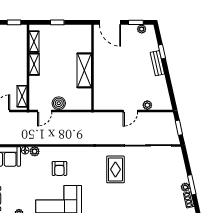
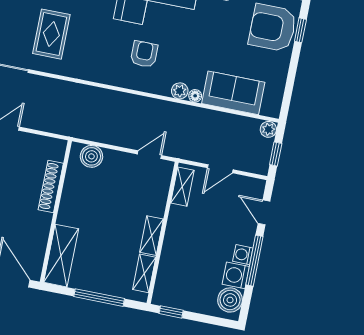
window: (57, 22) -> (99, 298), width x2.17
shelving: (84, 70) -> (61, 256), moved
shoe rack: (98, 81) -> (51, 186), added
boiler: (59, 103) -> (91, 156), moved

